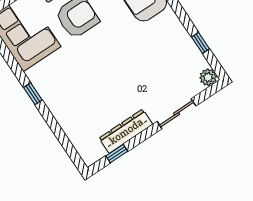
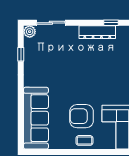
sliding door: (177, 114) -> (51, 23), moved

